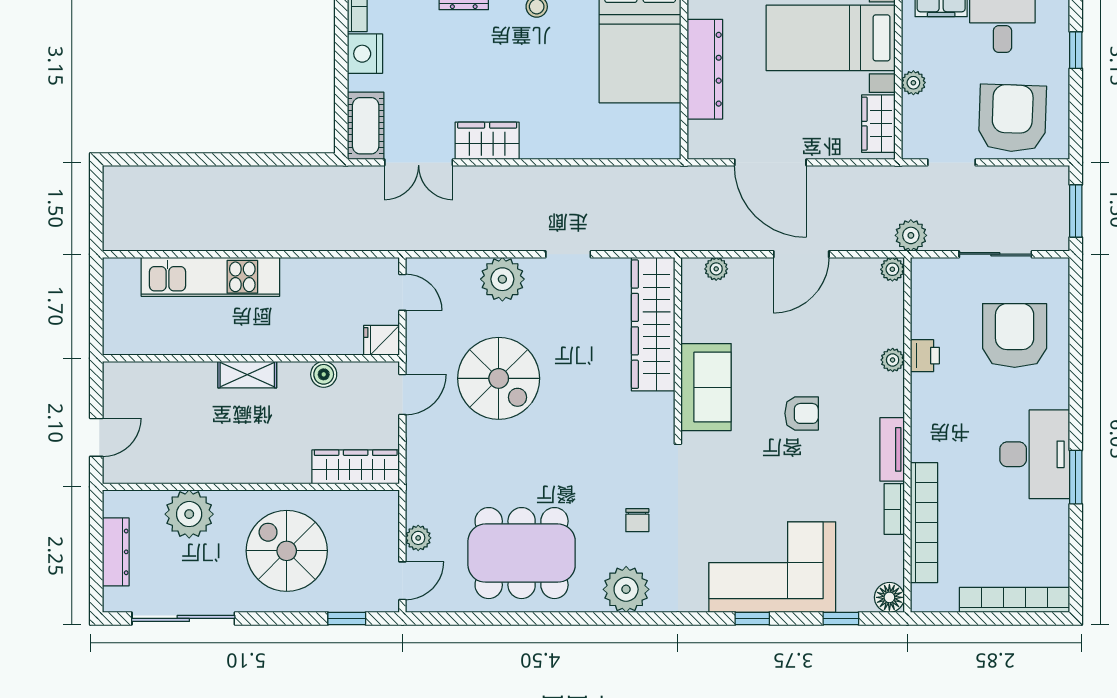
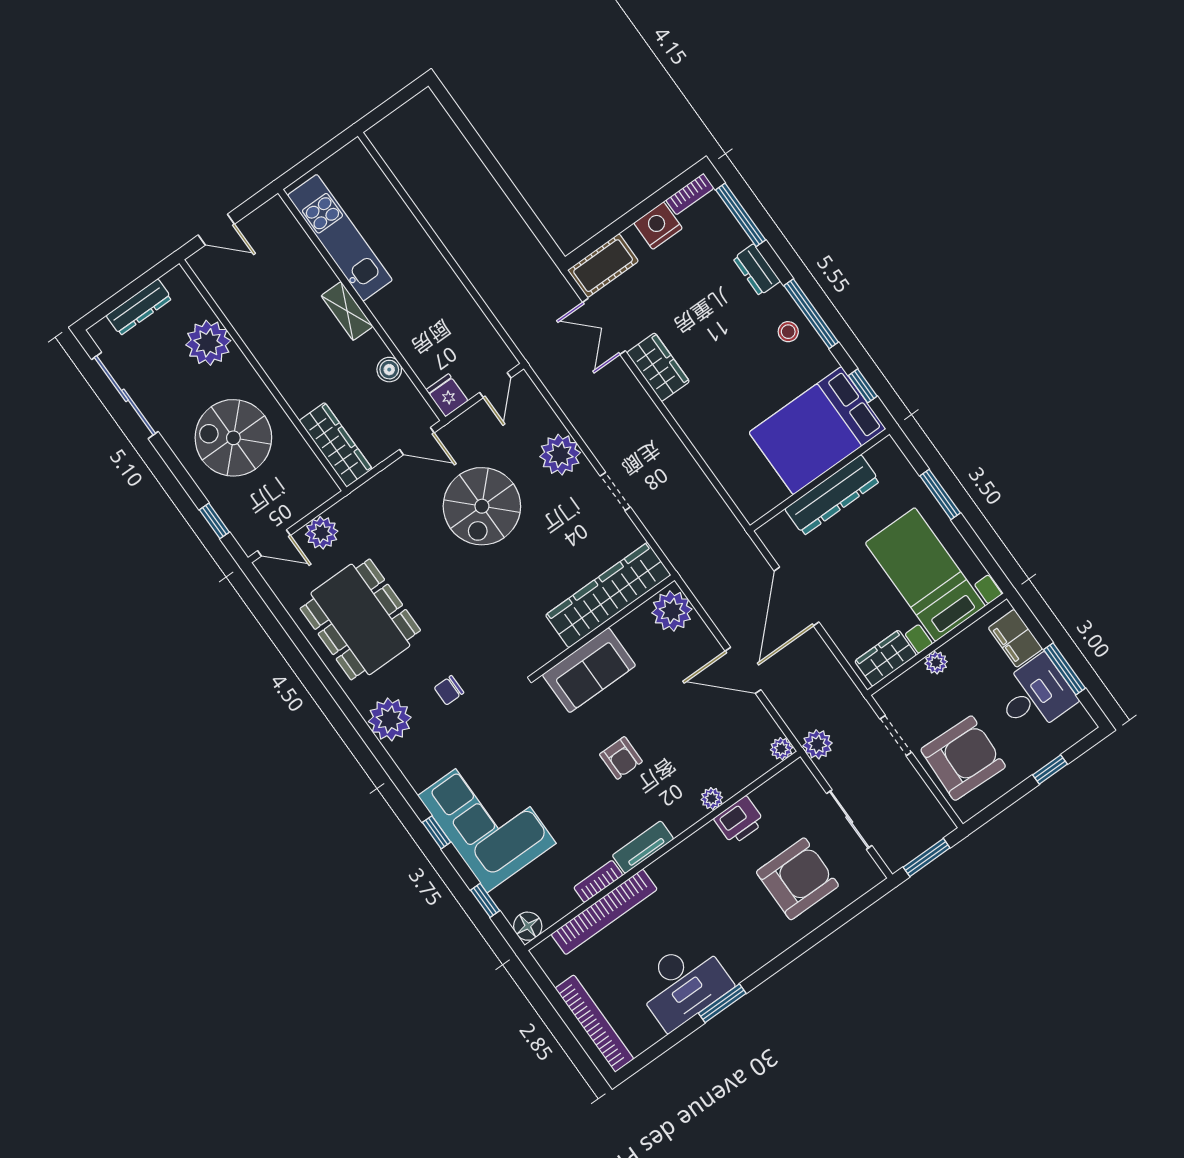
plant: (716, 269) -> (672, 611), width x1.88, depth x1.88
kitchen unit: (210, 277) -> (340, 238), moved, turned 180
printer: (925, 356) -> (739, 820), width x1.36, depth x1.24
desk: (1035, 454) -> (683, 984), moved
plant: (418, 538) -> (322, 533), width x1.38, depth x1.38
spiral stairs: (287, 551) -> (233, 438), turned -90

